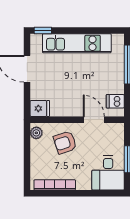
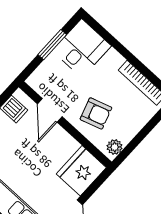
fridge: (40, 108) -> (81, 171), width x1.88, depth x1.34

